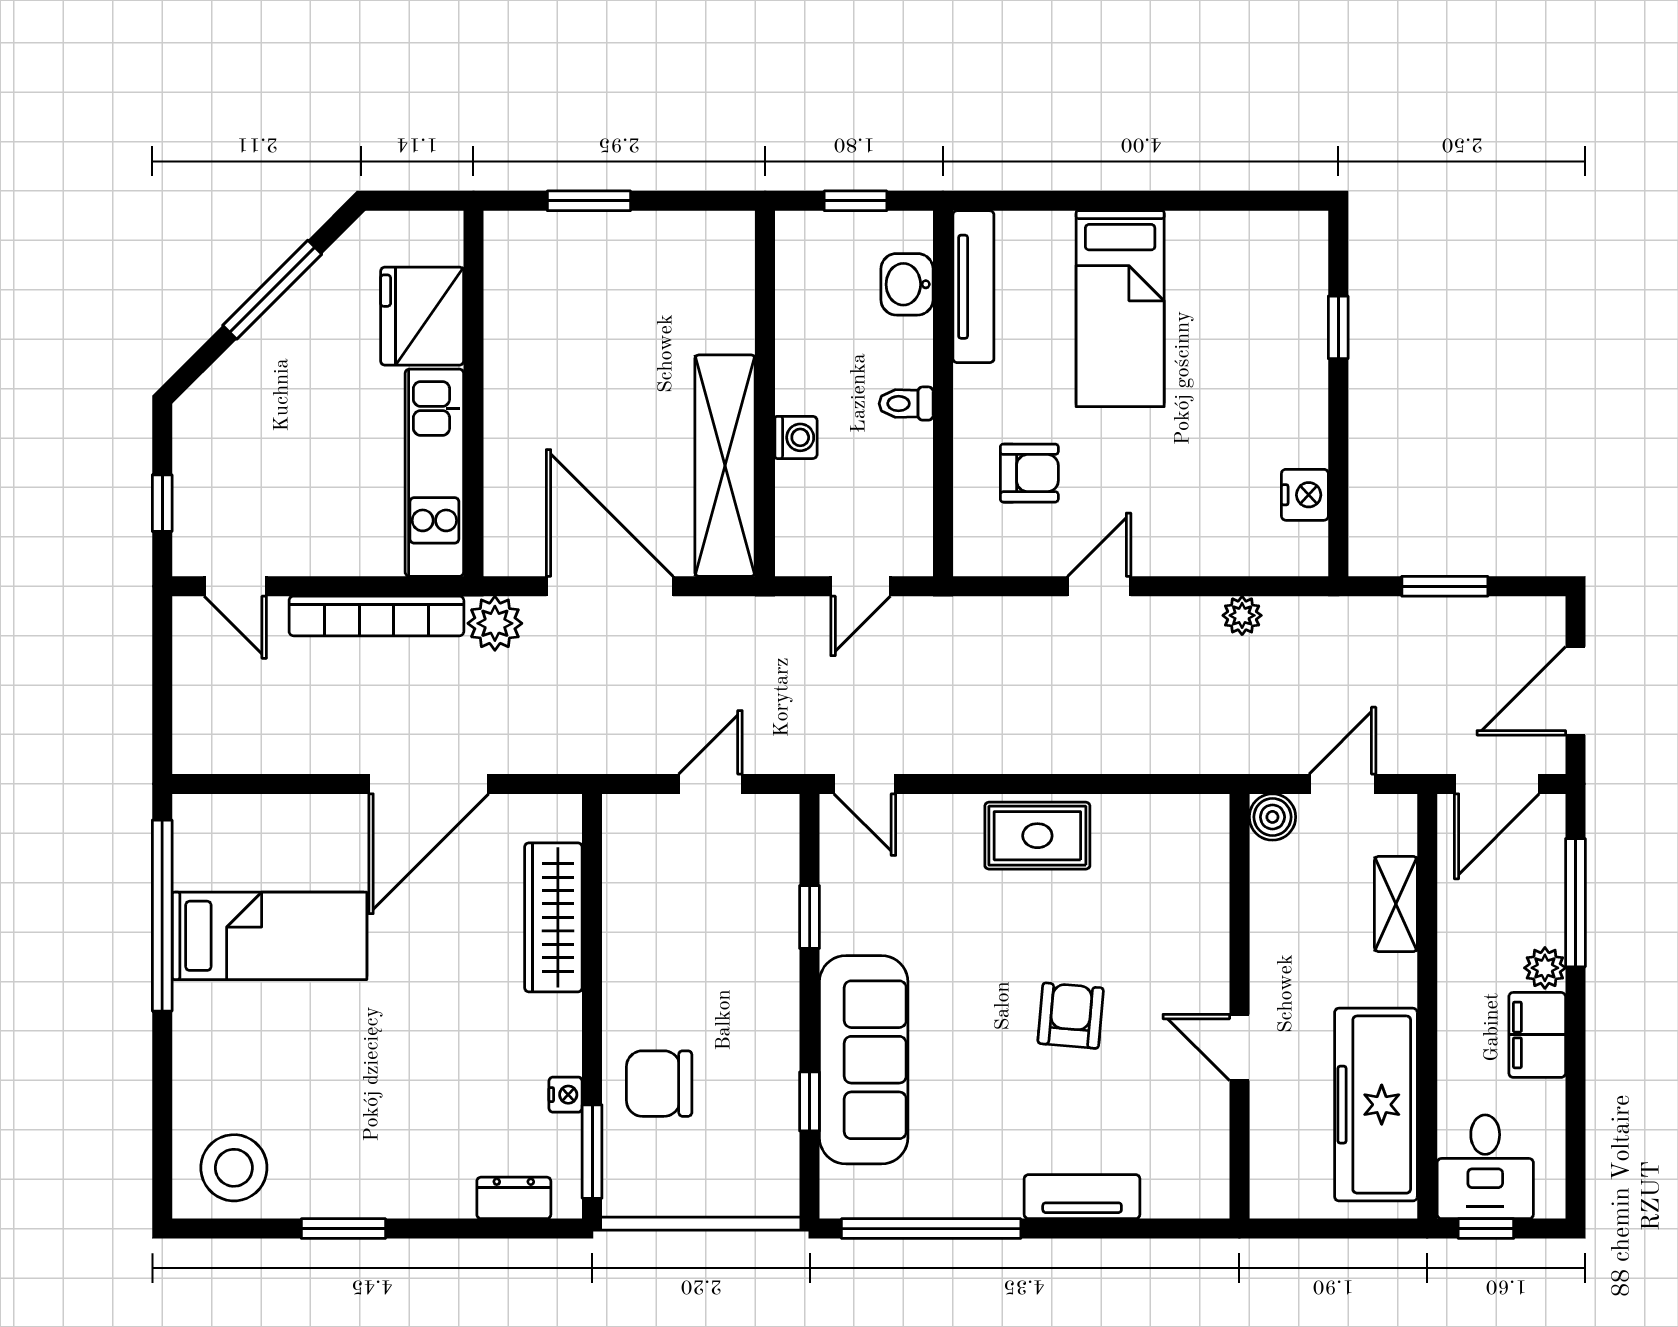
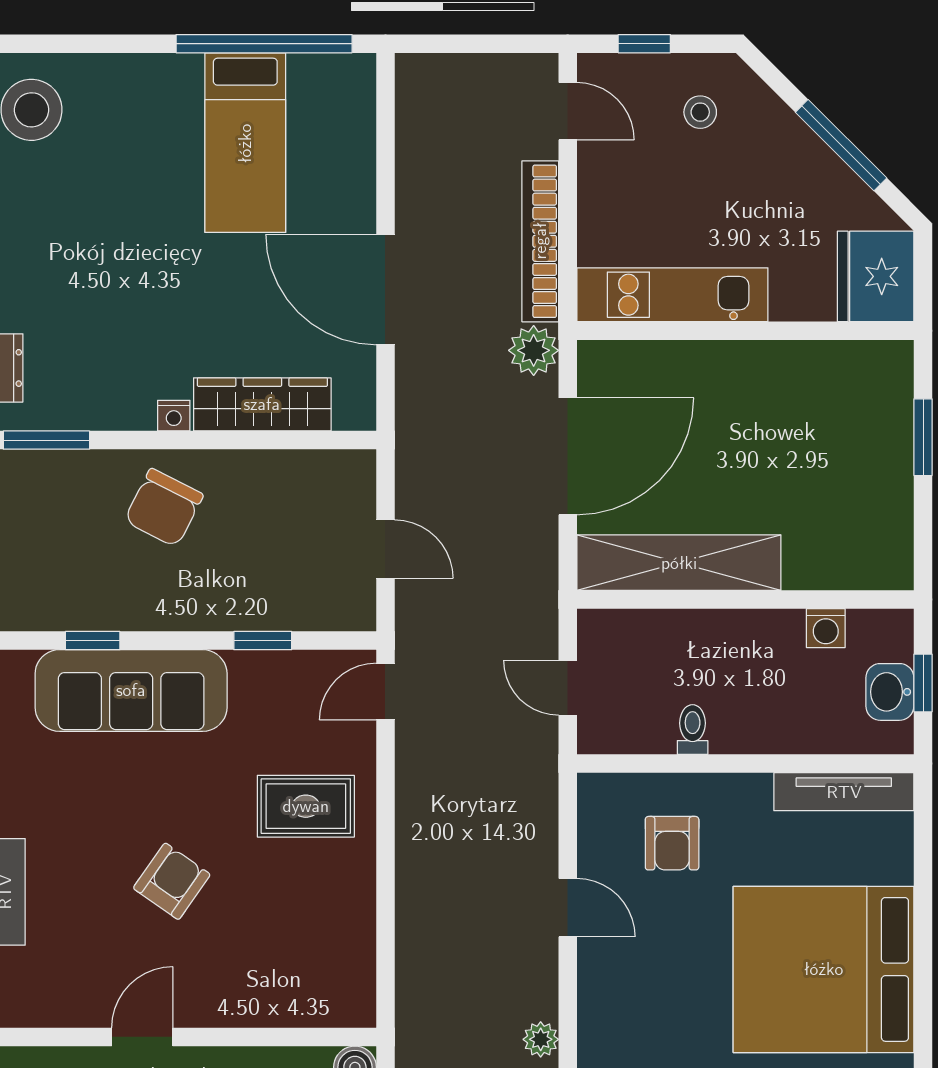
washbasin: (907, 284) -> (890, 692), moved, turned -90
bed: (1120, 309) -> (824, 969), width x2.04
fridge: (422, 316) -> (876, 276), moved, turned -90
toilet: (906, 404) -> (693, 730), moved
washing machine: (796, 437) -> (826, 628), moved
stool: (236, 442) -> (700, 112), added
door: (235, 586) -> (568, 111), swing flipped
rug: (1037, 836) -> (306, 806), moved, turned 90
armchair: (1071, 1016) -> (172, 881), turned -60
chair: (659, 1084) -> (164, 508), moved, turned -153
nightstand: (566, 1095) -> (174, 416), moved

